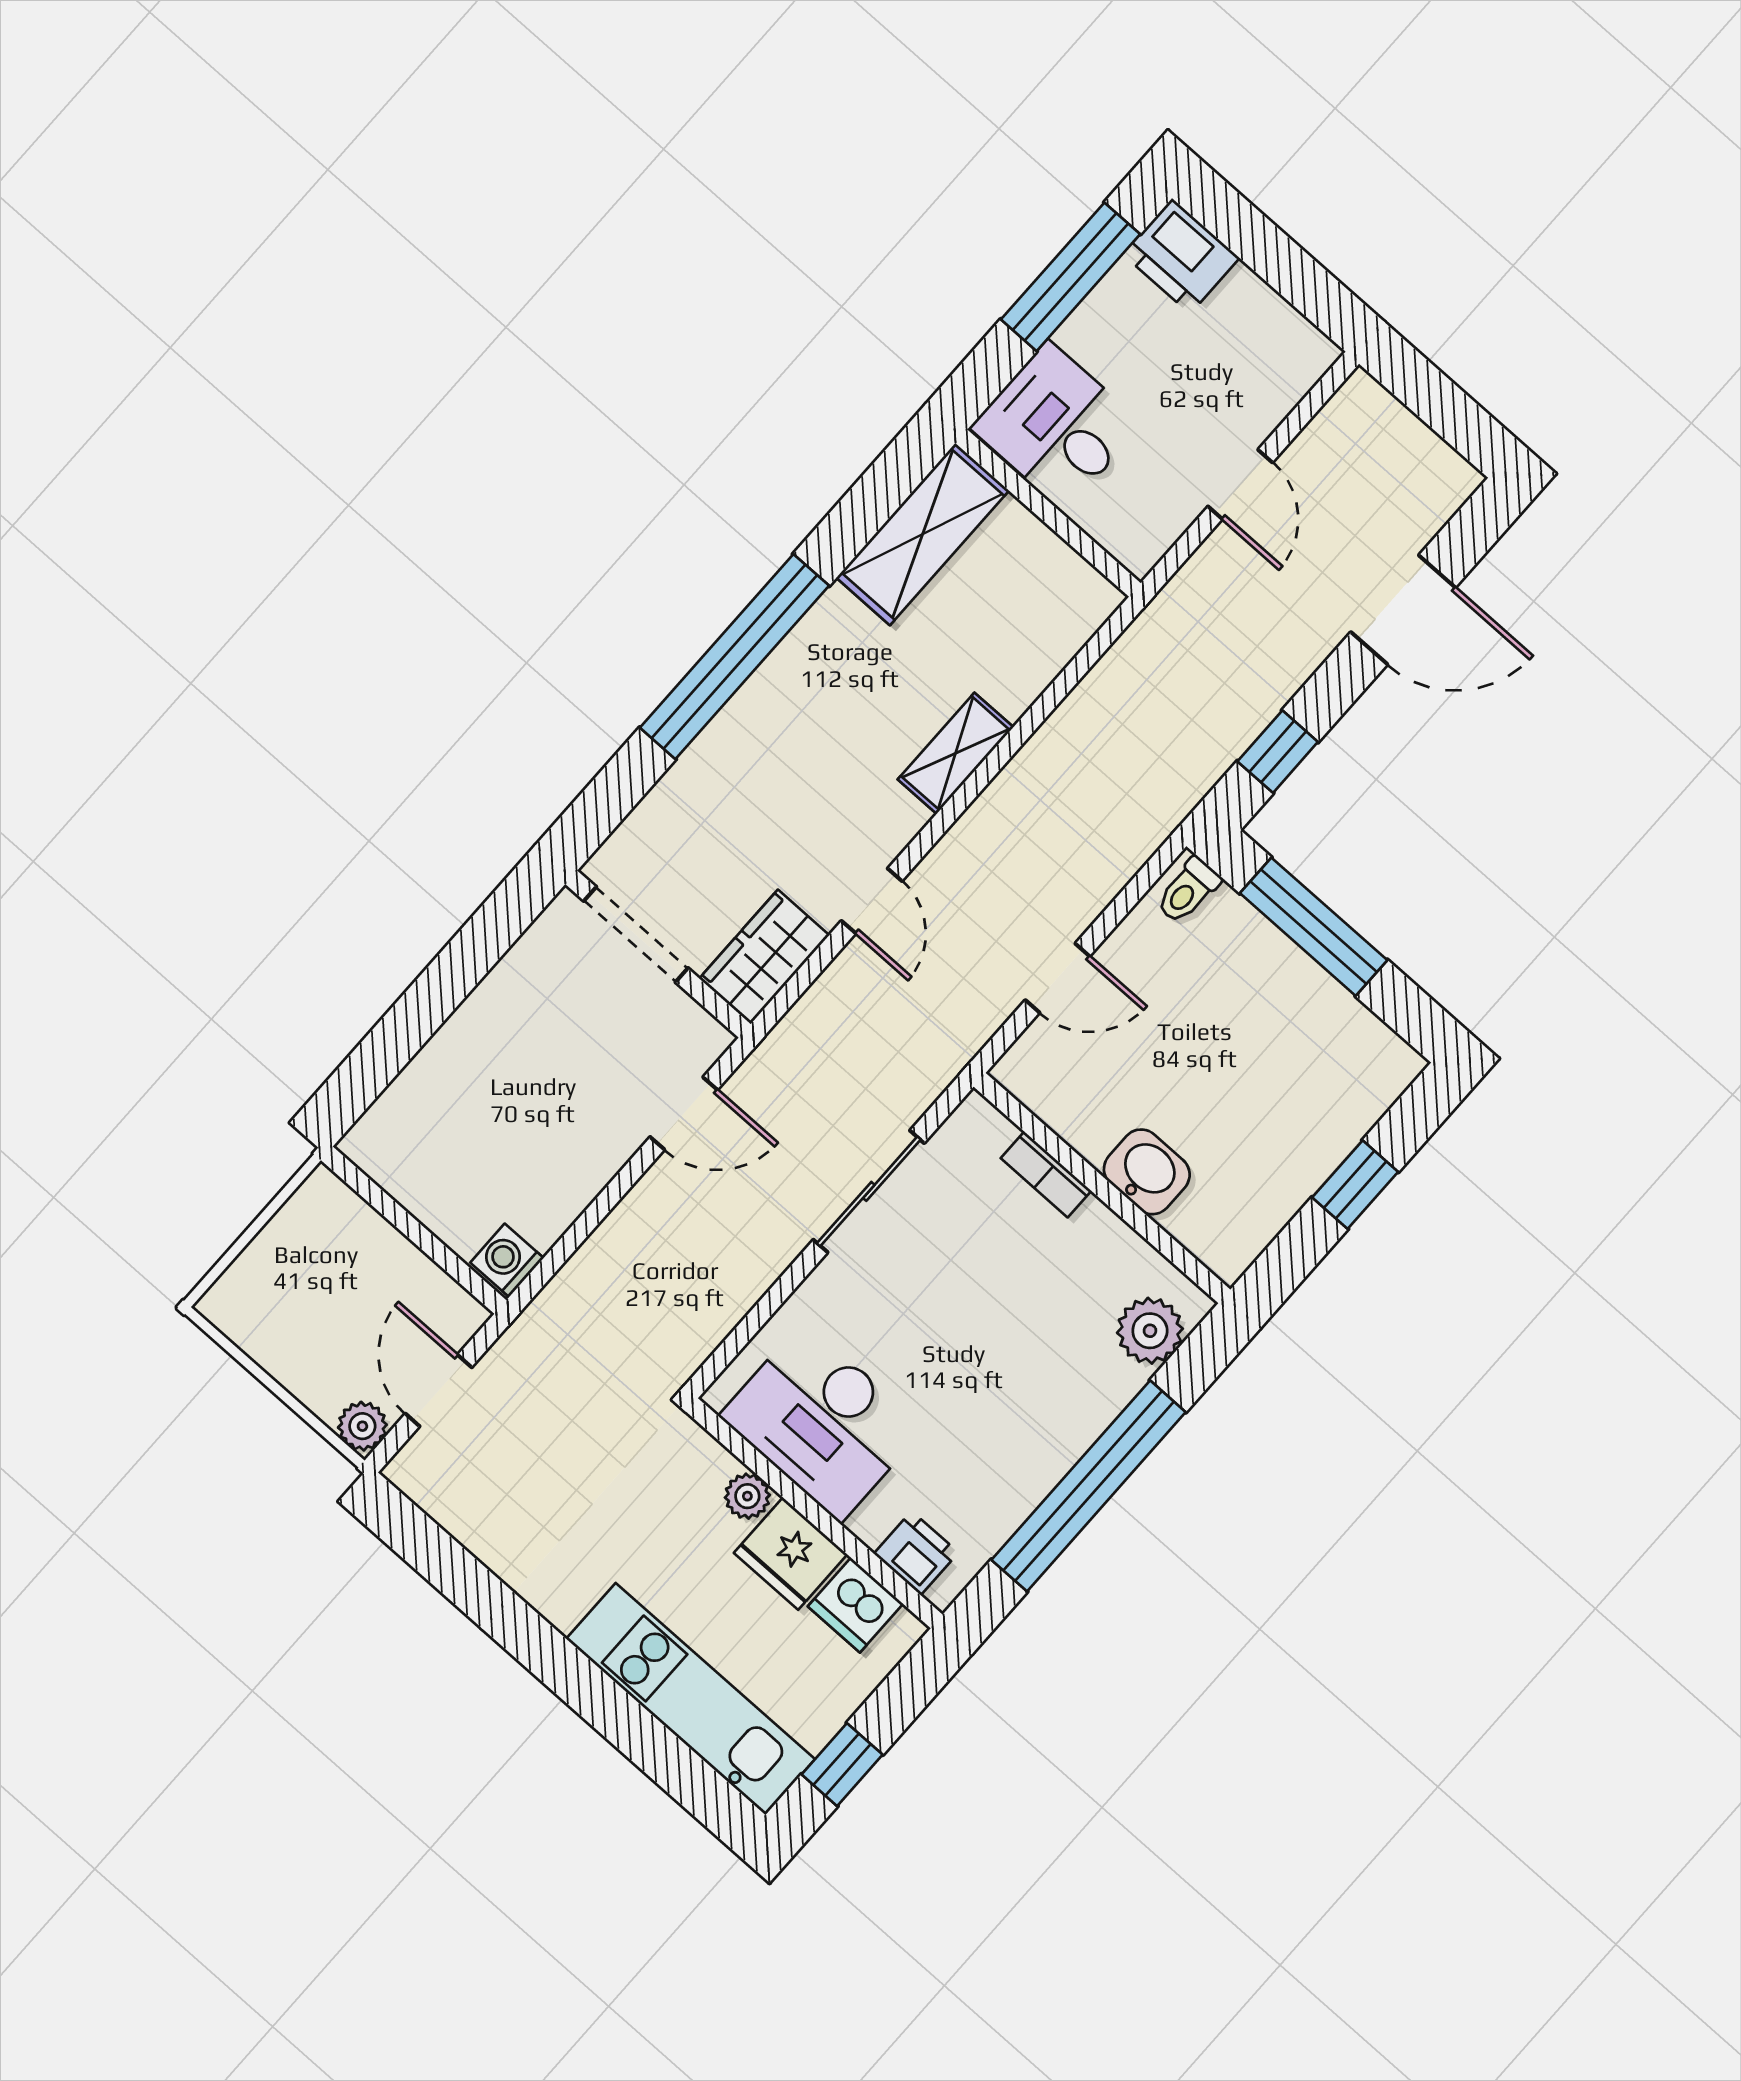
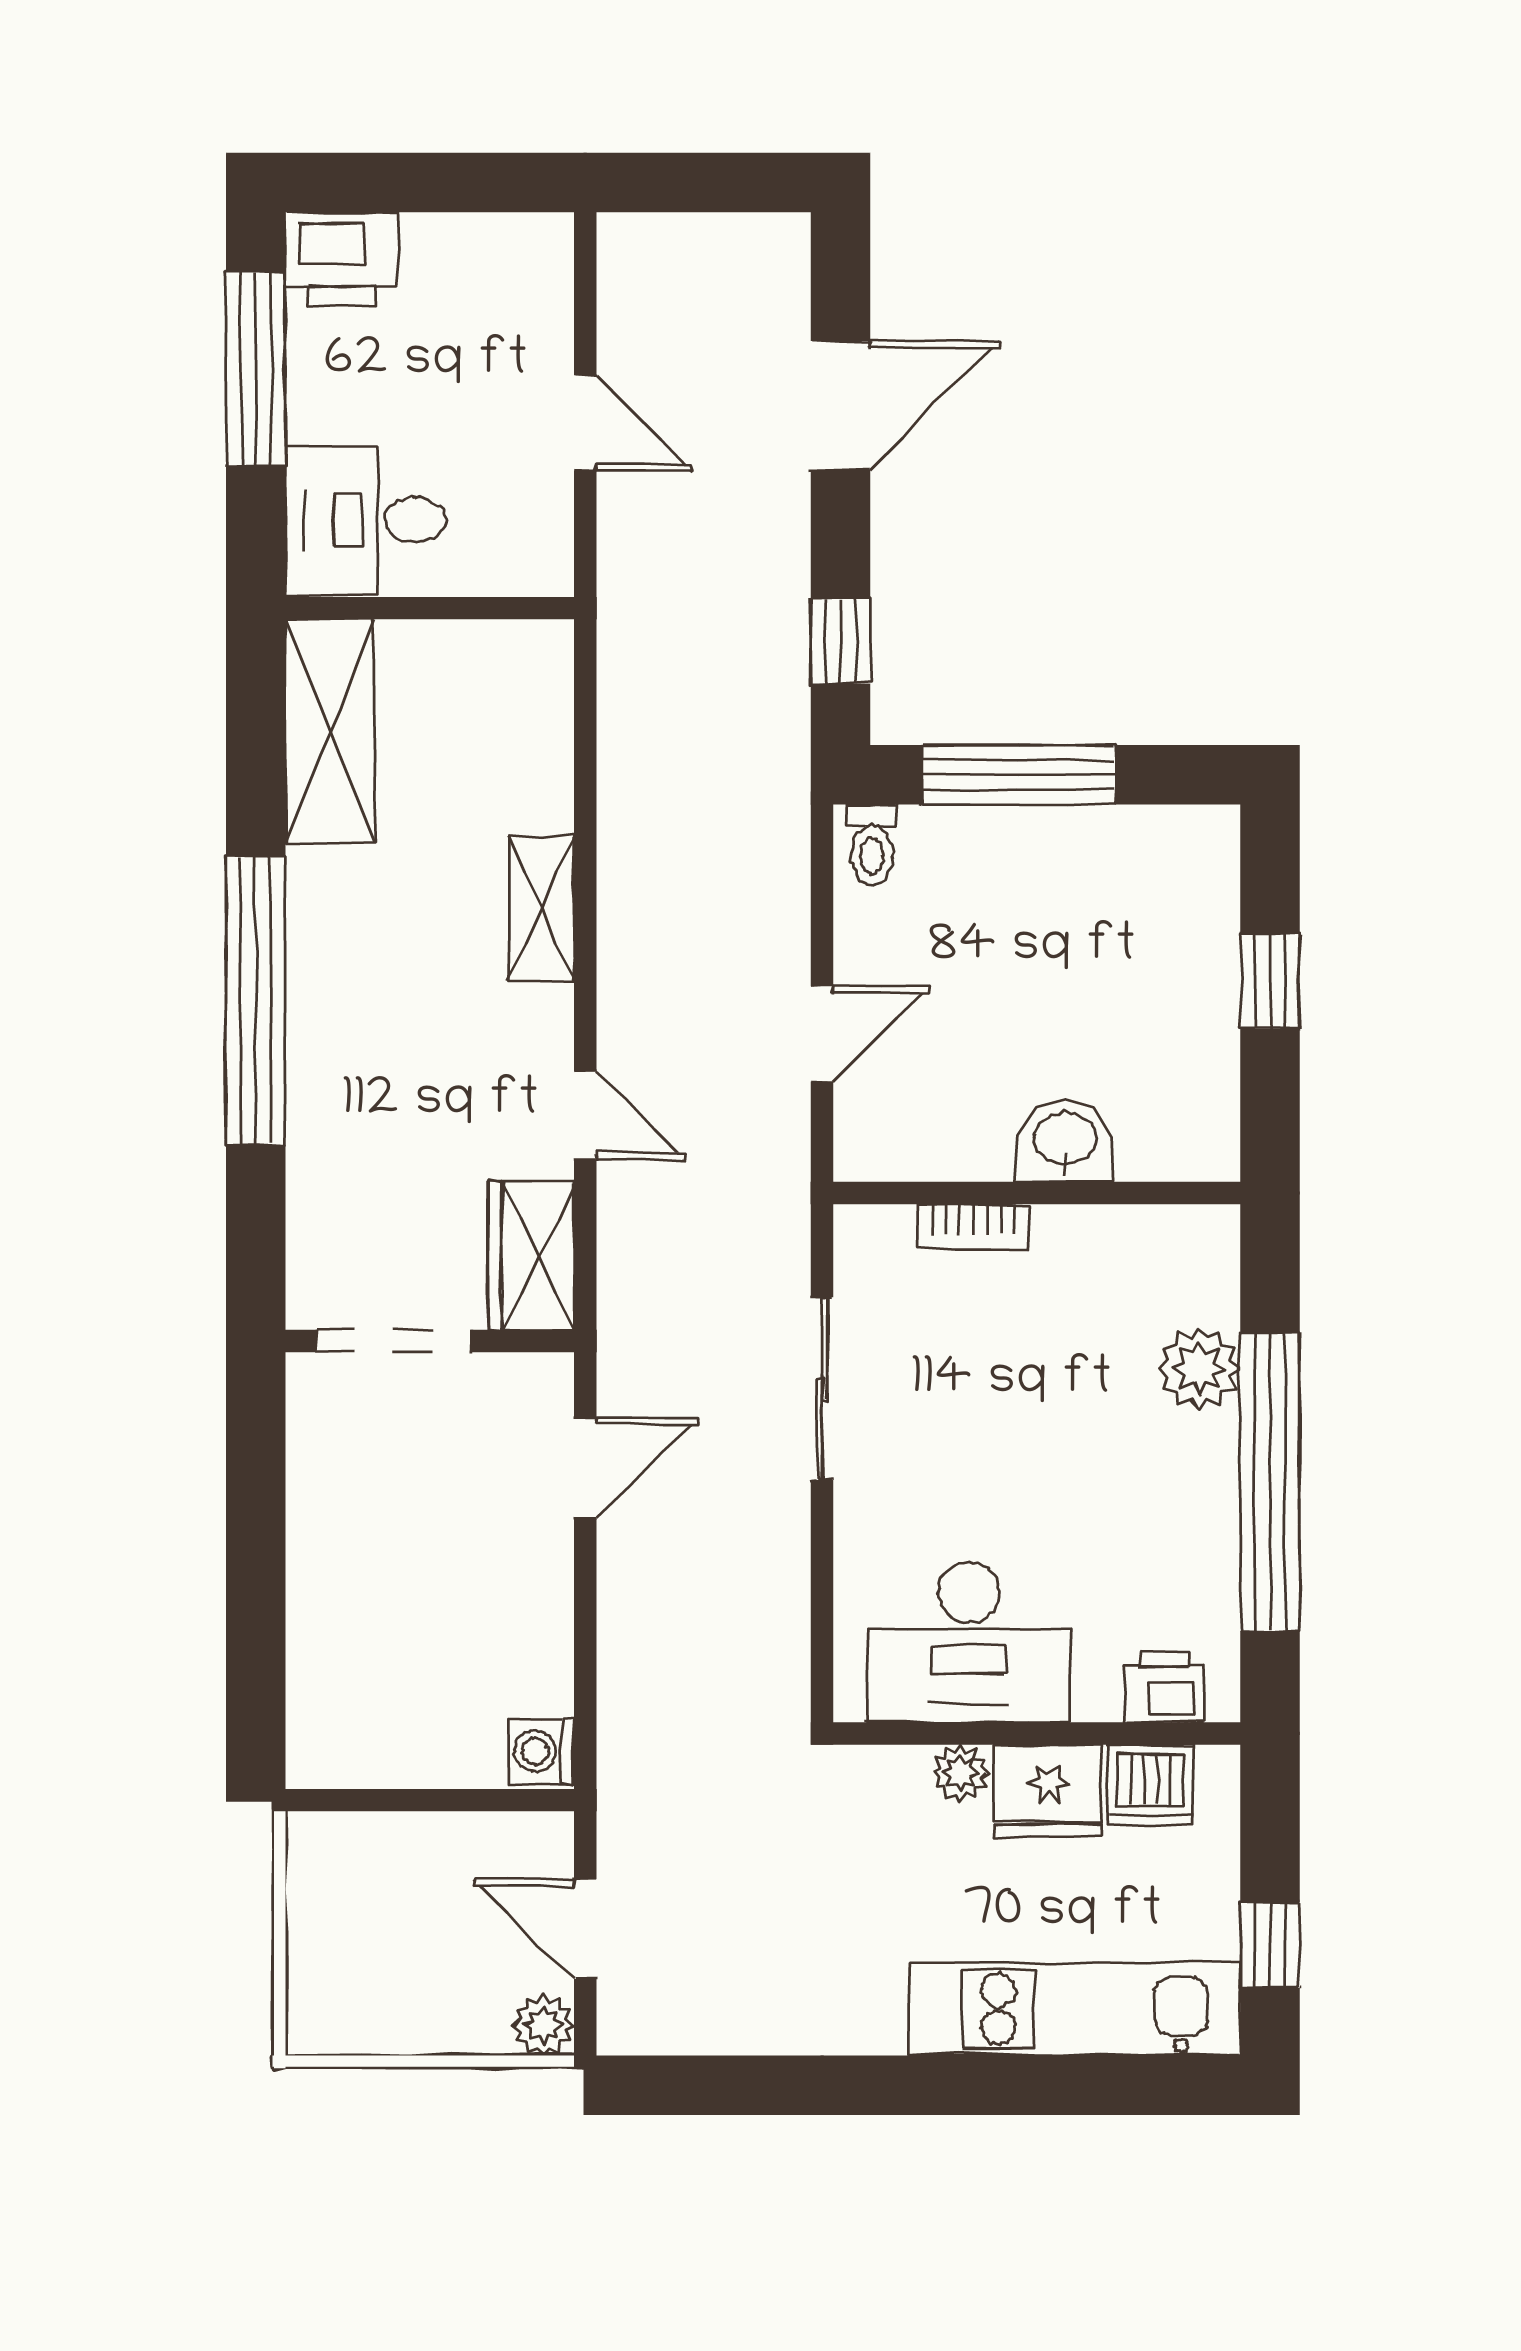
plant: (1150, 1331) -> (1199, 1368), moved

